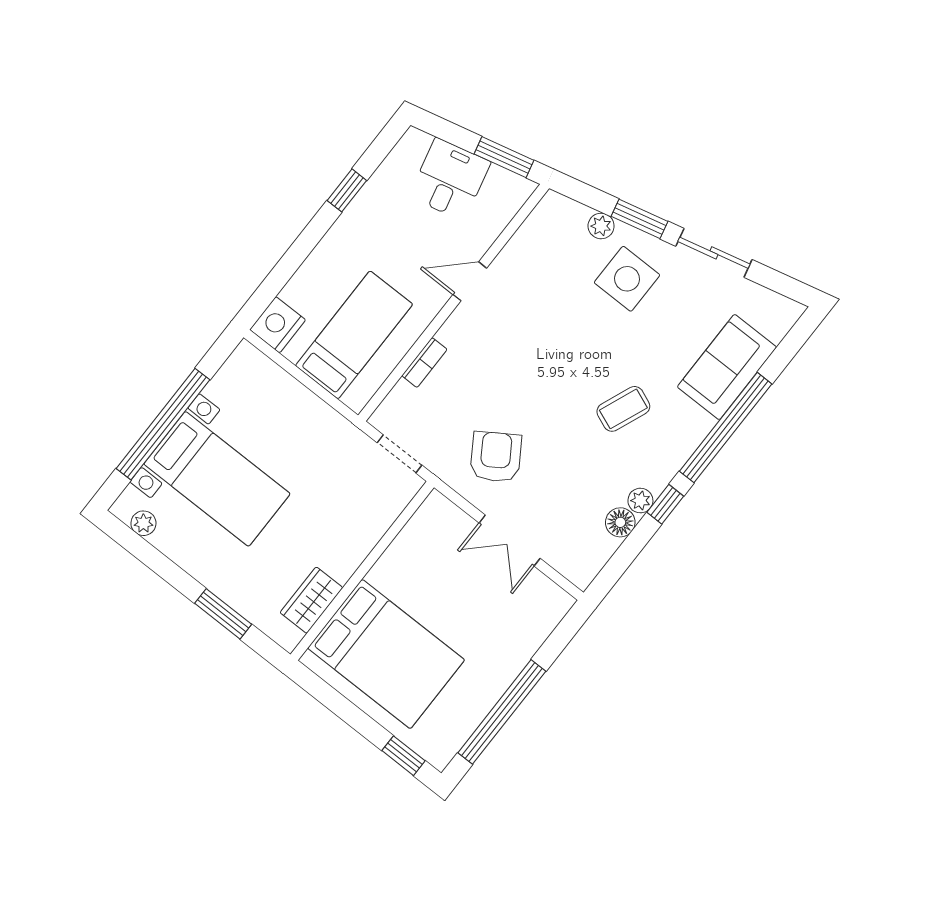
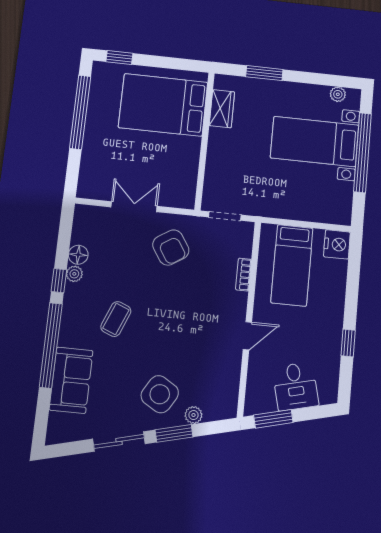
side table: (627, 279) -> (160, 394), turned 31

